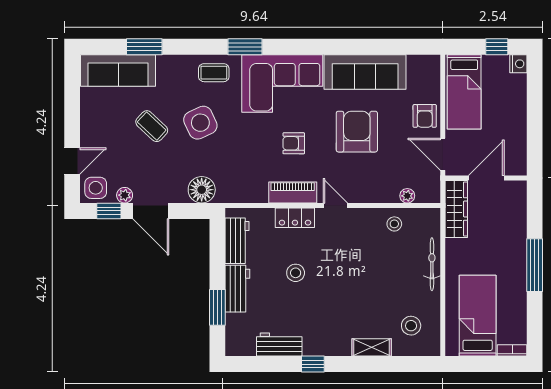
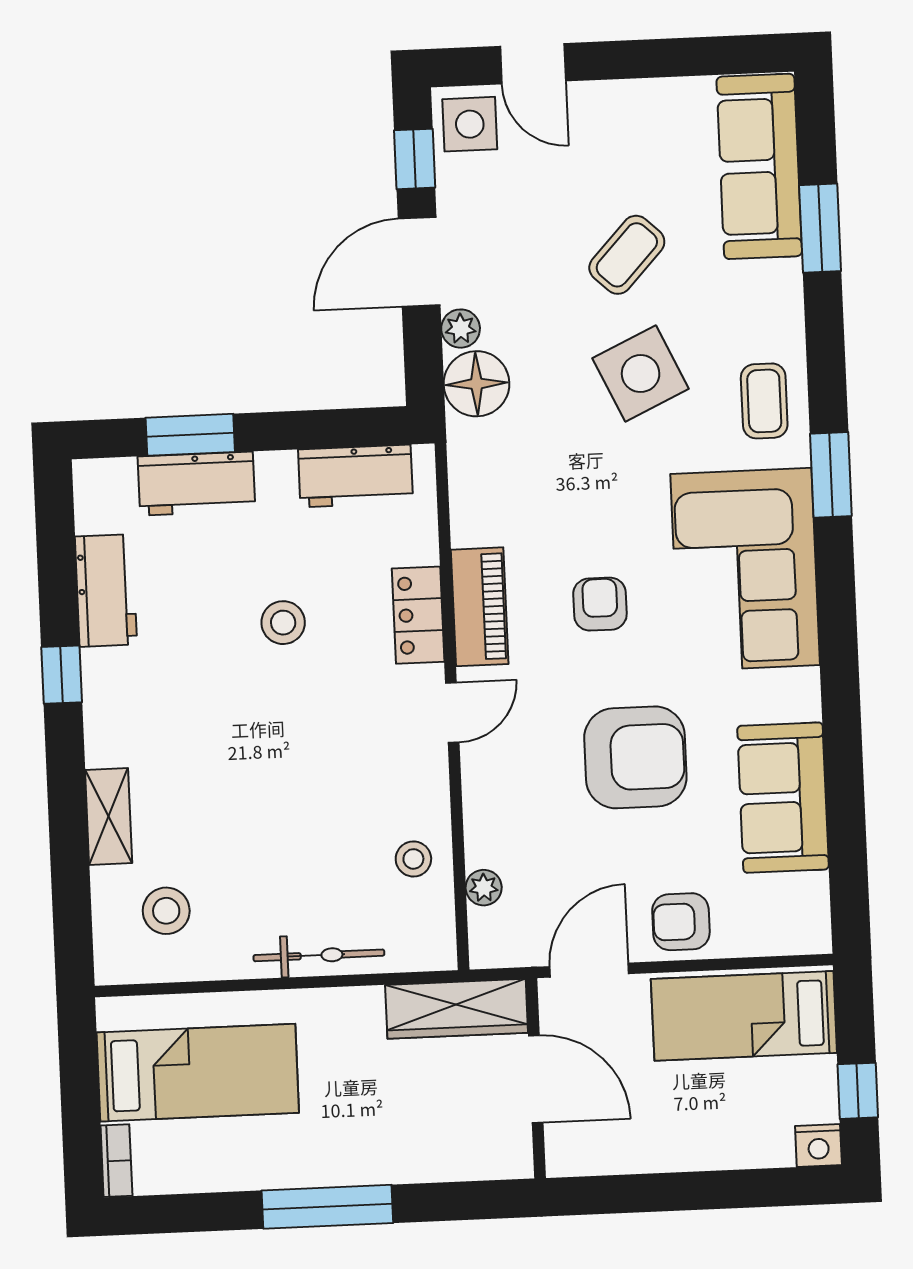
sofa: (365, 72) -> (783, 798), width x0.73
plant: (125, 195) -> (461, 329), moved
workbench: (237, 289) -> (196, 484), moved

